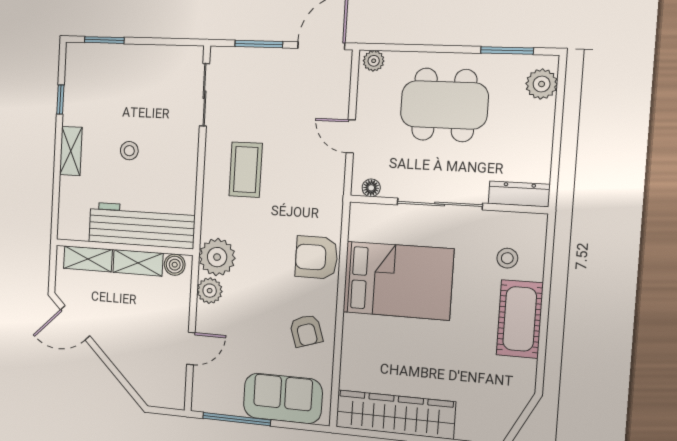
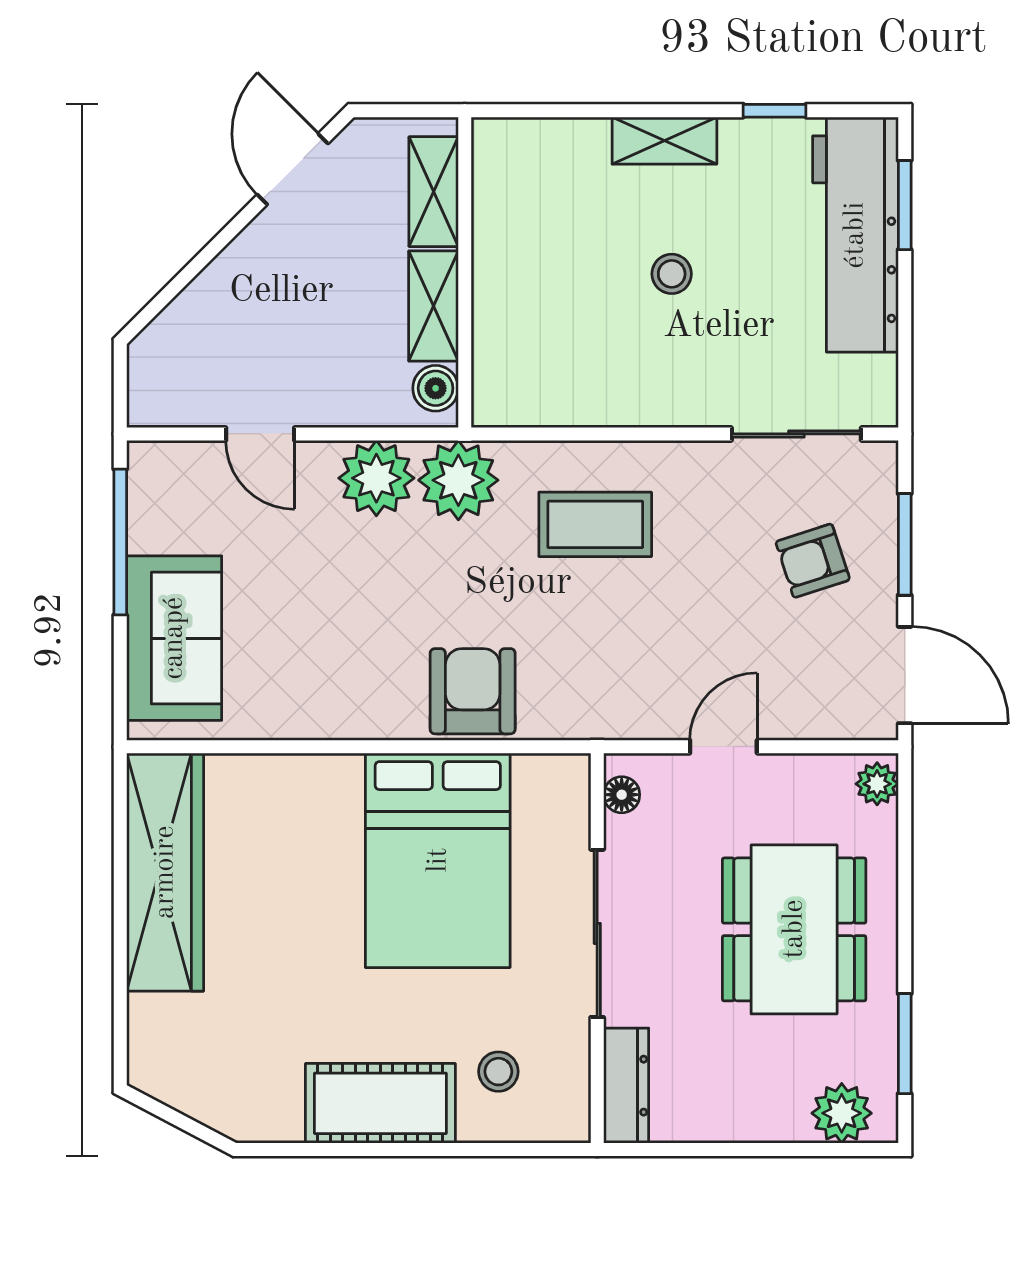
coffee table: (246, 170) -> (595, 524), moved
workbench: (142, 225) -> (855, 235), moved, turned 180
plant: (210, 291) -> (376, 478), width x1.36, depth x1.36
armchair: (306, 331) -> (813, 561), moved

